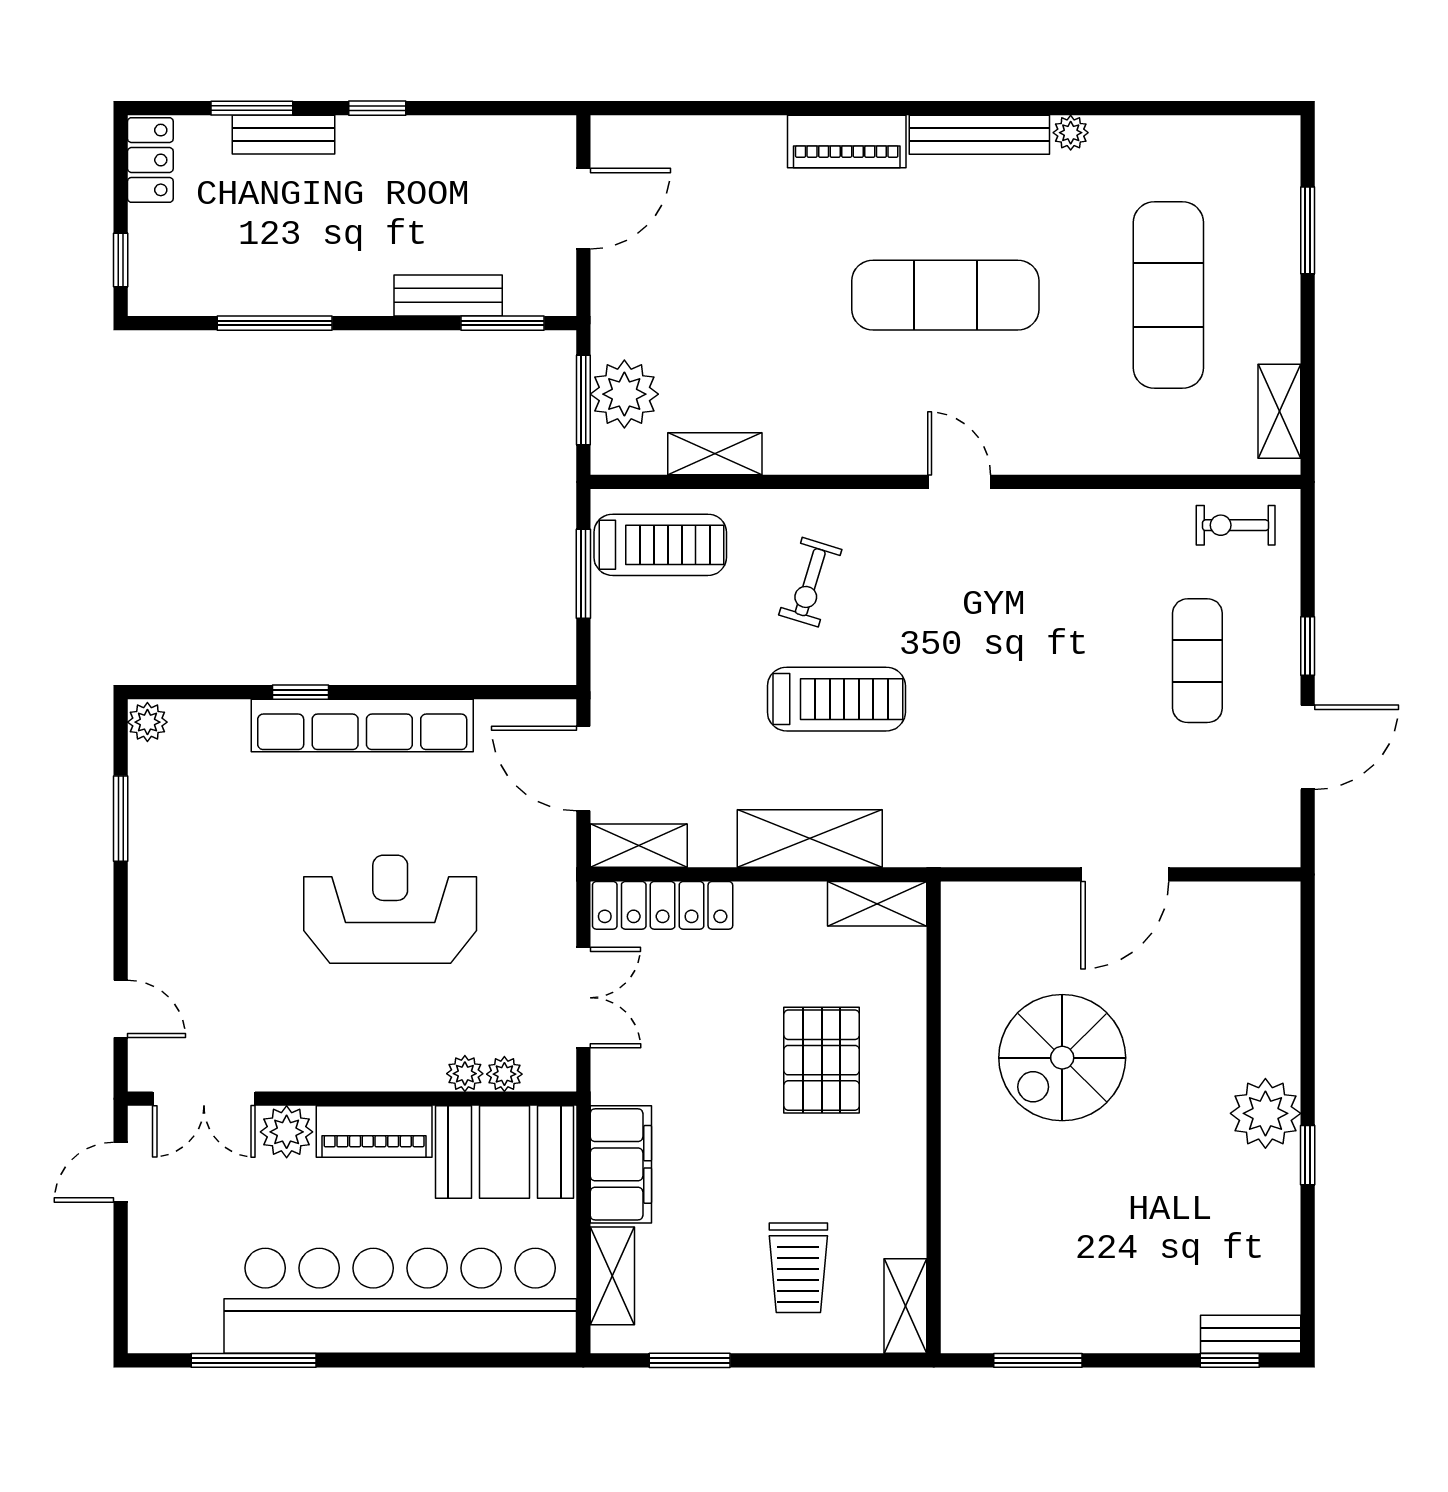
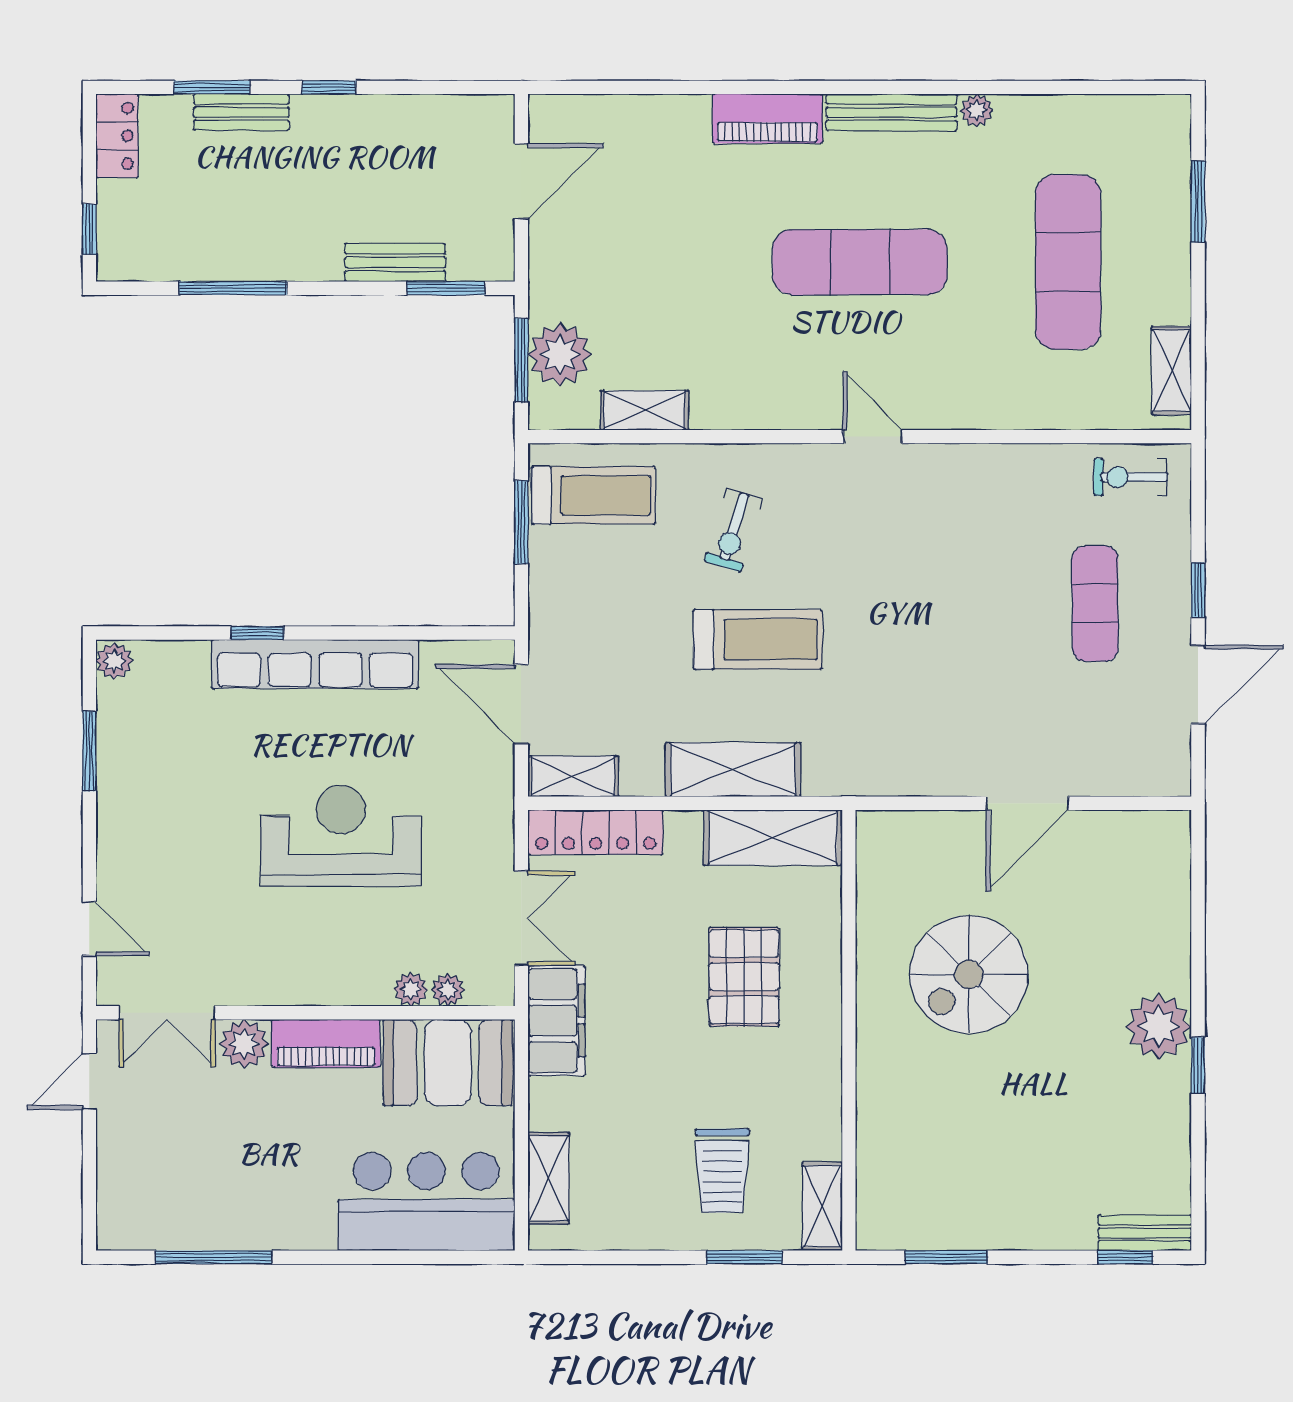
shelving: (877, 904) -> (773, 838), width x1.50, depth x1.33
filing cabinet: (621, 1164) -> (556, 1021), moved
bar counter: (400, 1301) -> (426, 1201), width x0.54
window: (690, 1360) -> (744, 1257), moved

